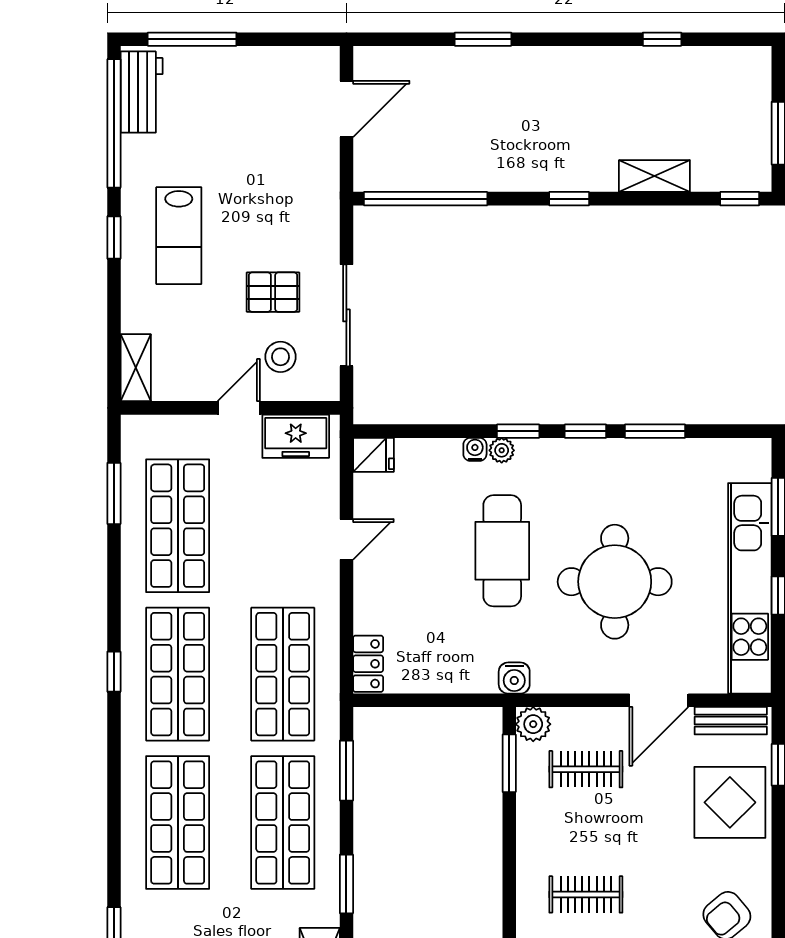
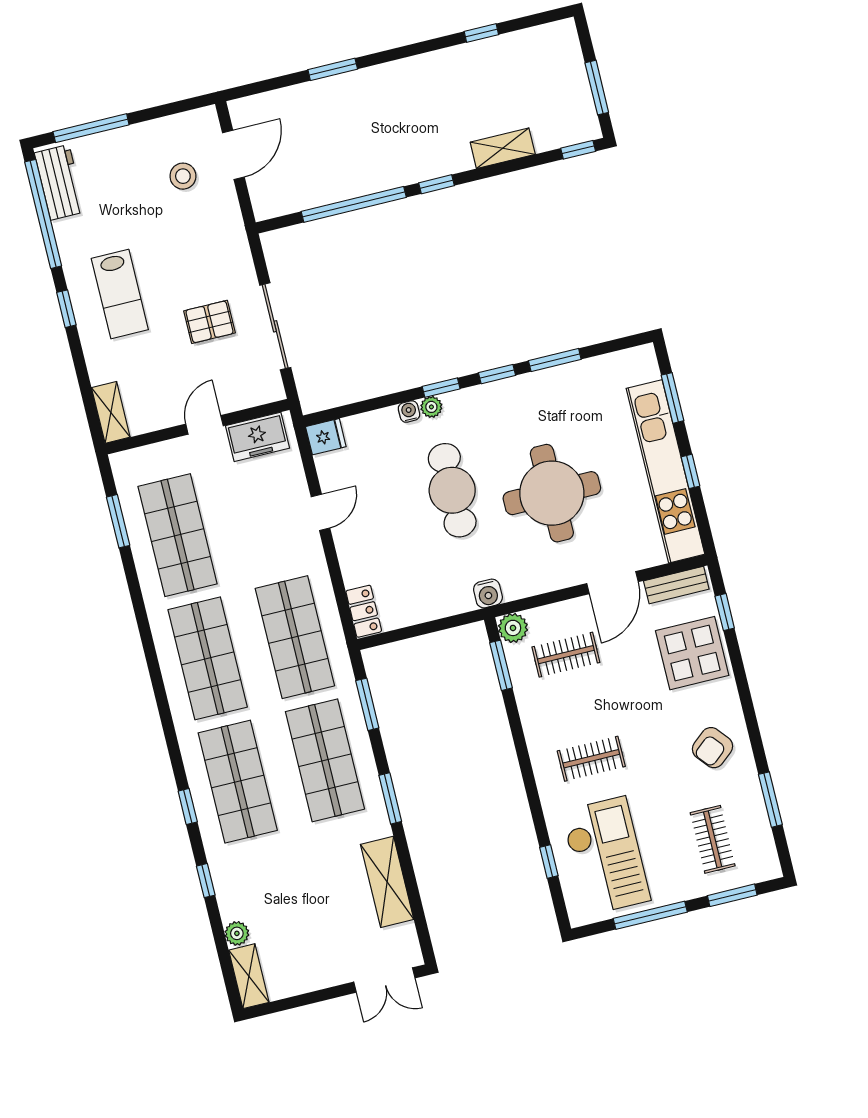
window: (426, 199) -> (354, 204), moved
stool: (281, 357) -> (183, 176), moved
window: (114, 672) -> (188, 806), moved

